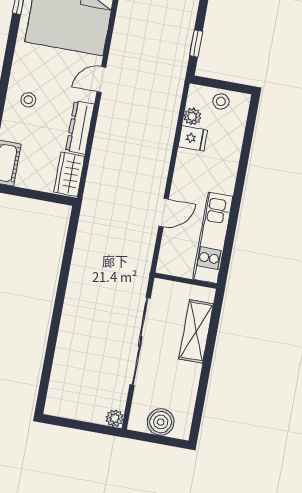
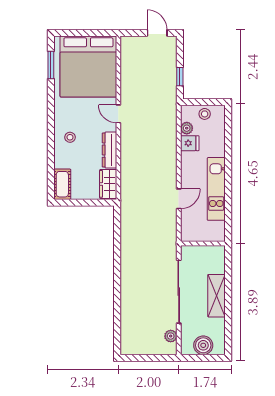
door: (101, 80) -> (118, 114), hinge flipped
kitchen unit: (213, 238) -> (216, 189), moved
shelving: (196, 331) -> (217, 296), moved
plant: (115, 418) -> (171, 336), moved

